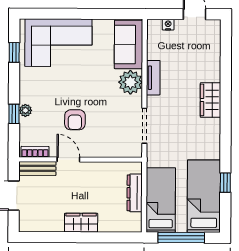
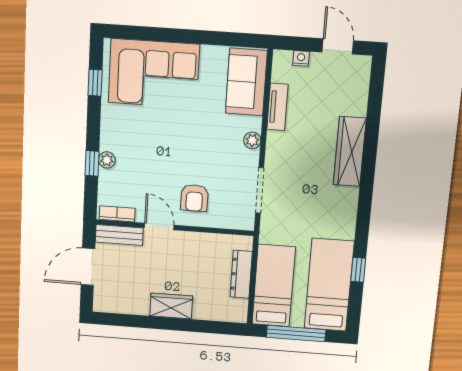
tv unit: (153, 78) -> (277, 107), moved
plant: (130, 82) -> (252, 140), width x0.53, depth x0.53
wardrobe: (210, 100) -> (350, 151), width x1.50
armchair: (75, 120) -> (194, 198), moved

